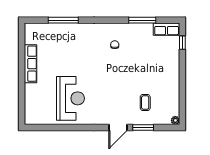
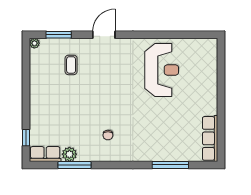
plant: (146, 29) -> (69, 154), added
row of seats: (31, 64) -> (210, 138), moved
reception desk: (70, 98) -> (162, 70), turned 180
window: (143, 127) -> (59, 35), moved

